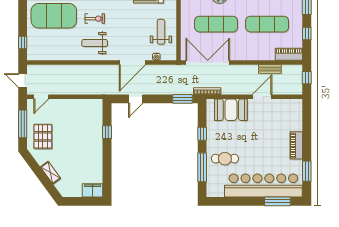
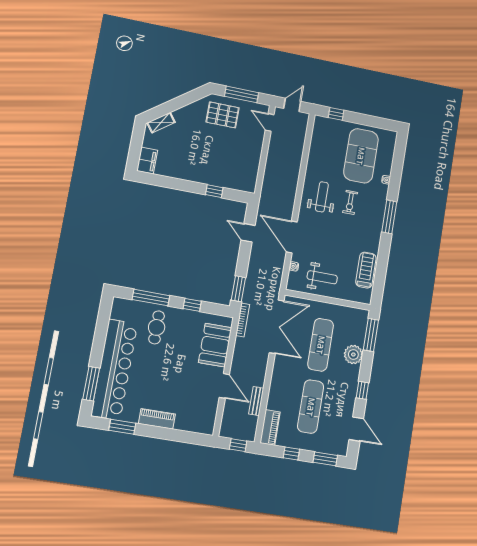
shelving: (50, 173) -> (161, 123), moved

